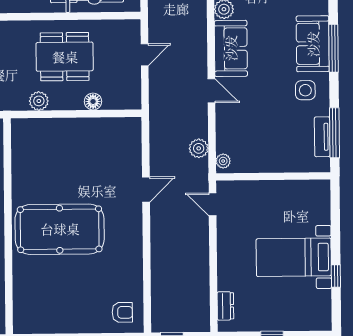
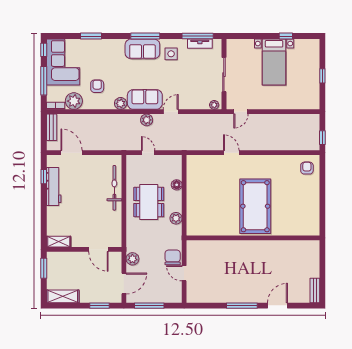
plant: (199, 148) -> (147, 120), moved
sliding door: (272, 176) -> (224, 75), added
dresser: (225, 306) -> (304, 104), removed

